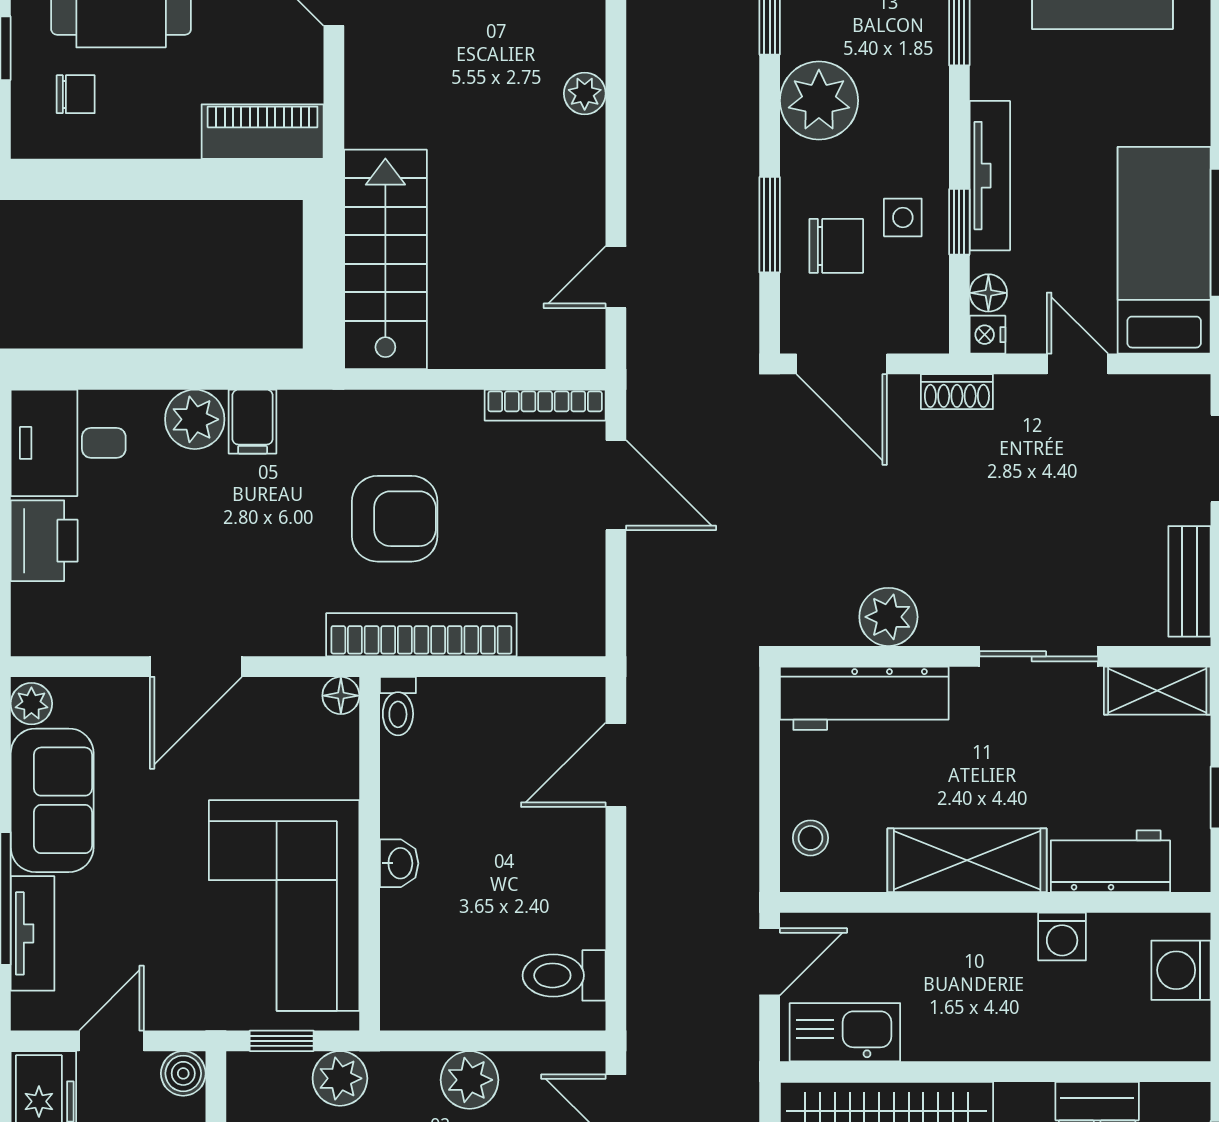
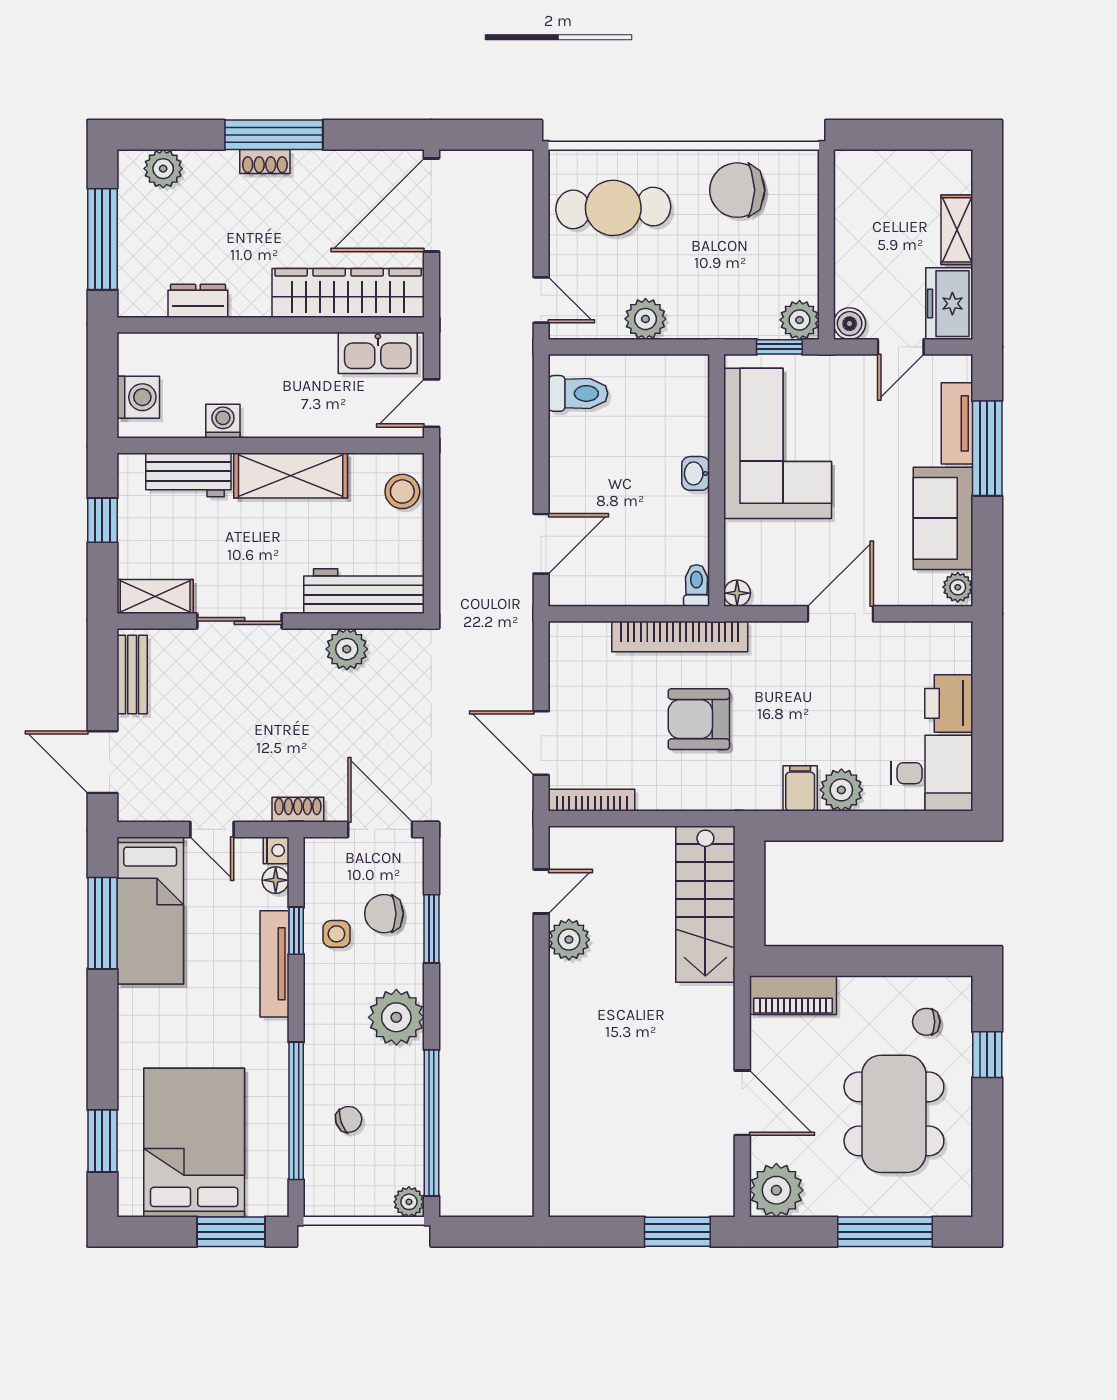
plant: (585, 93) -> (569, 940), moved, width x1.38, depth x1.38
stool: (811, 838) -> (402, 491), width x1.37, depth x1.37
plant: (340, 1078) -> (800, 320), moved

